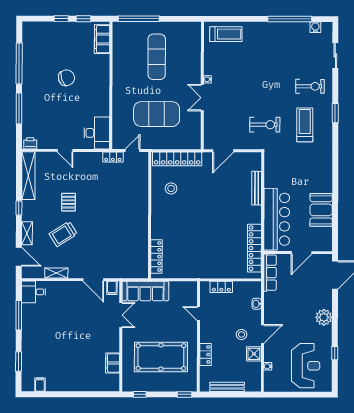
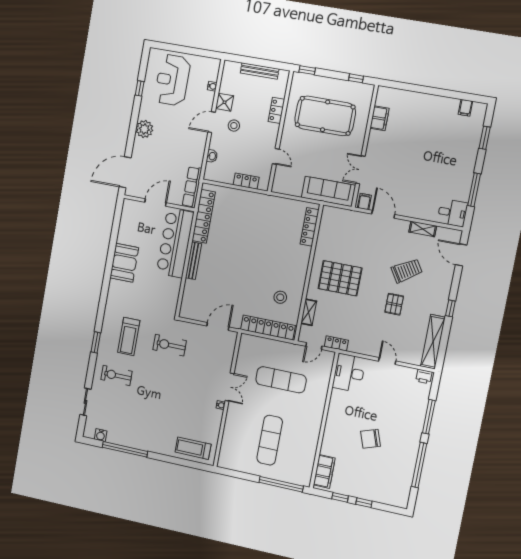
exercise mat: (157, 114) -> (281, 380), width x0.68
bench: (257, 188) -> (193, 261), moved
booth: (321, 210) -> (124, 263), moved
pallet: (121, 216) -> (340, 278), added
shelving: (27, 233) -> (309, 312), moved

